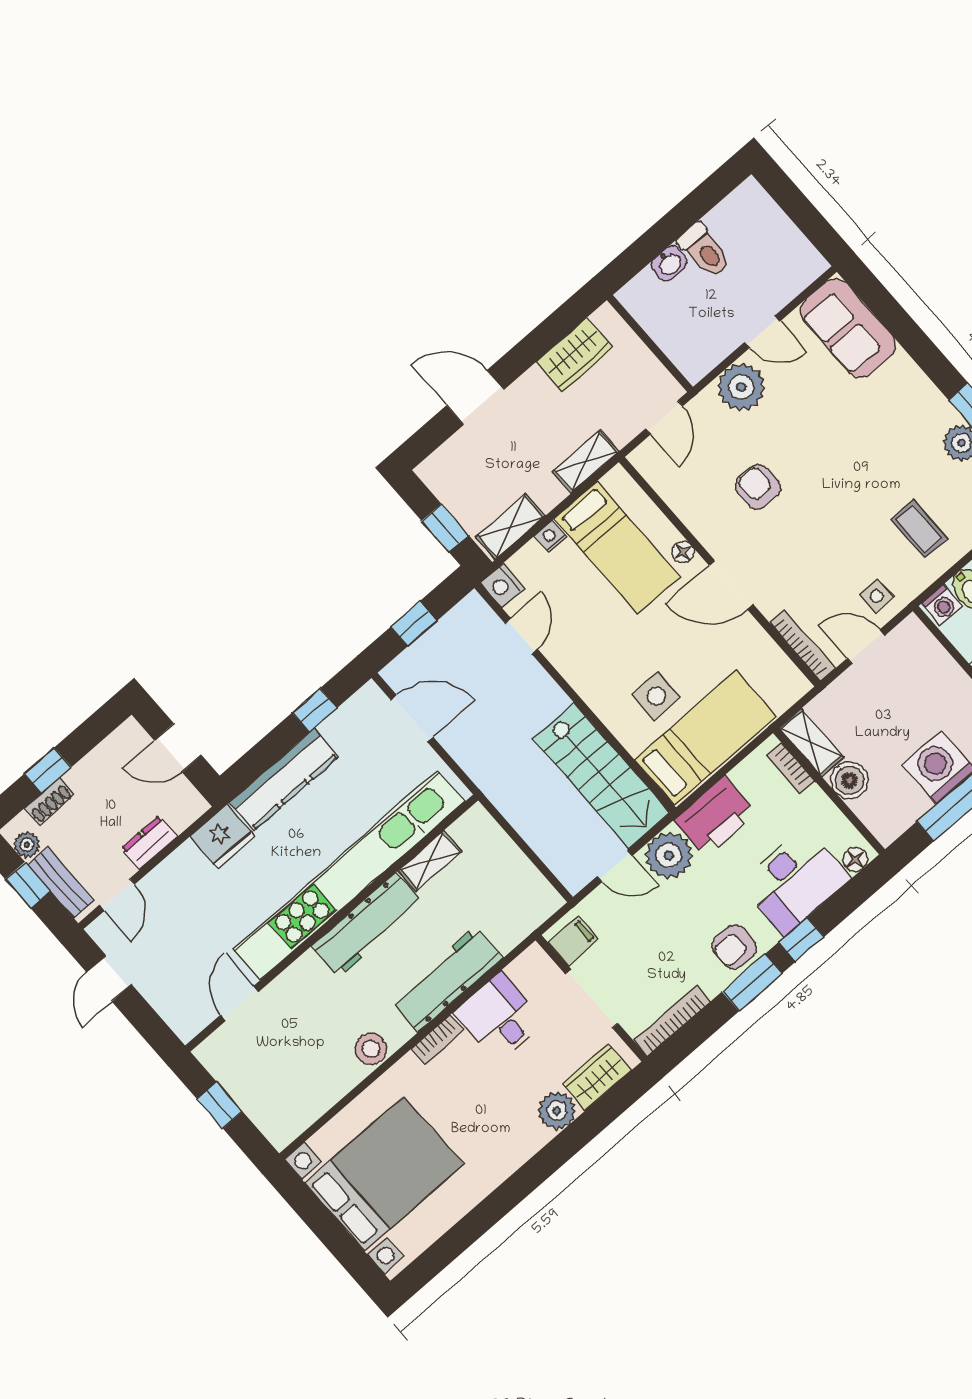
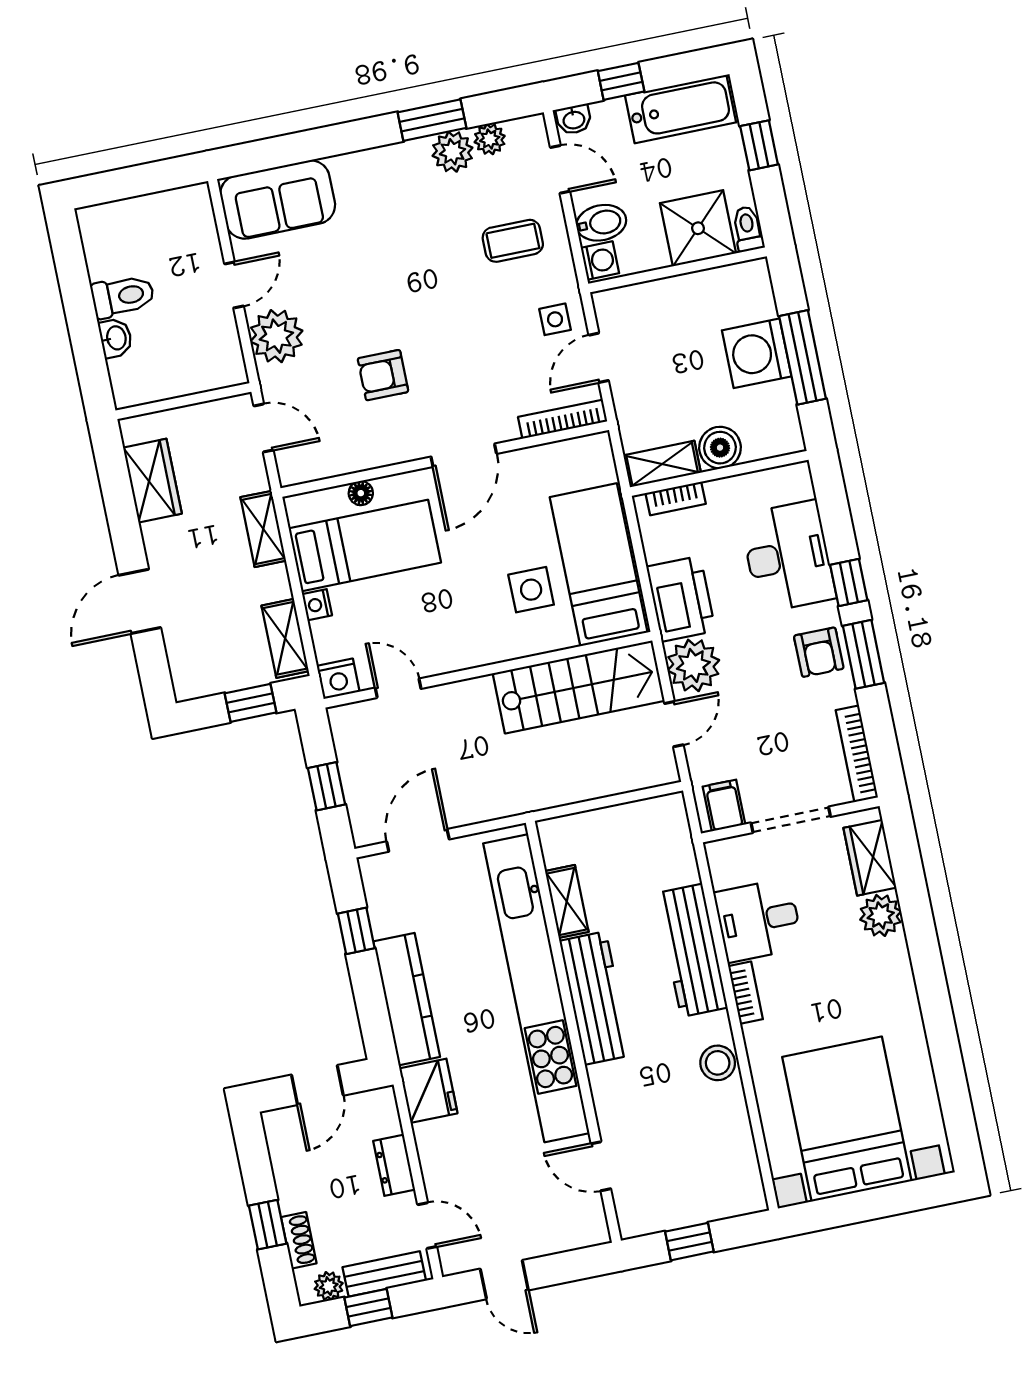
floor lamp: (683, 552) -> (361, 493), moved
floor lamp: (855, 859) -> (800, 486), removed

